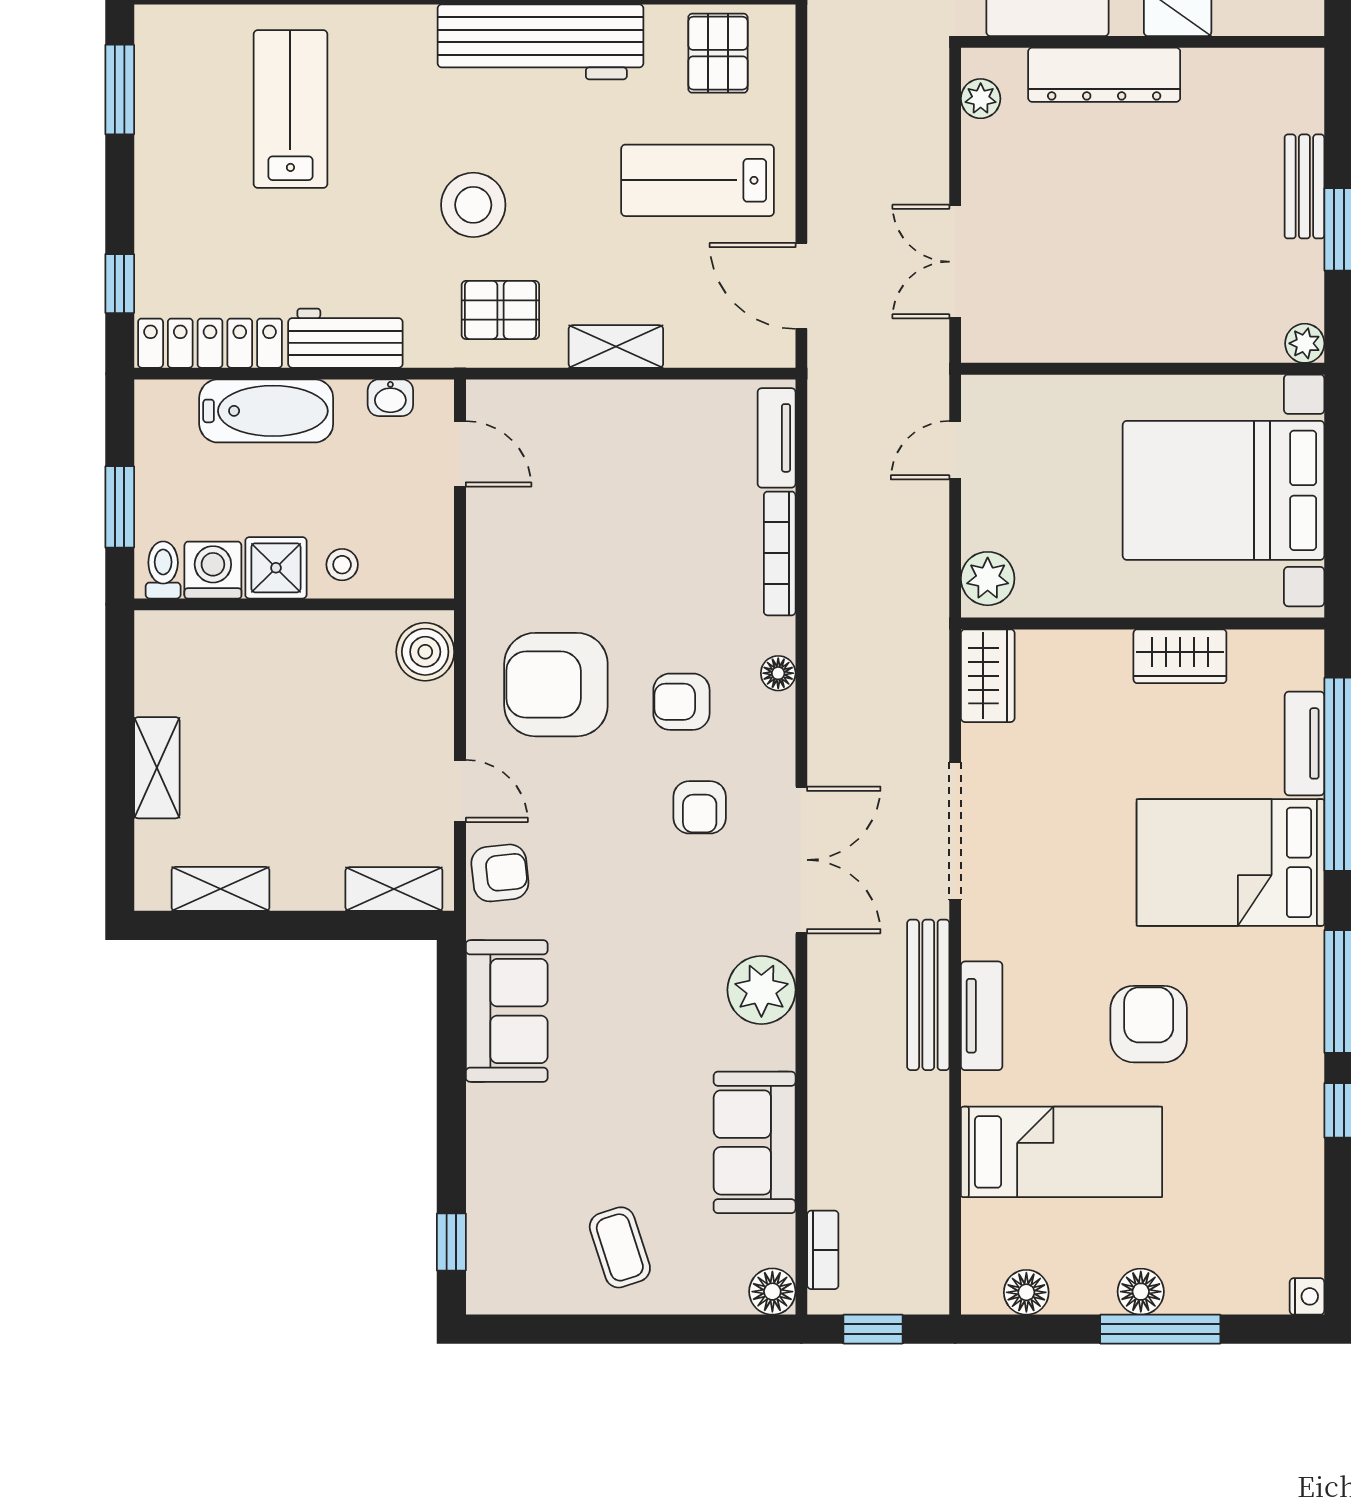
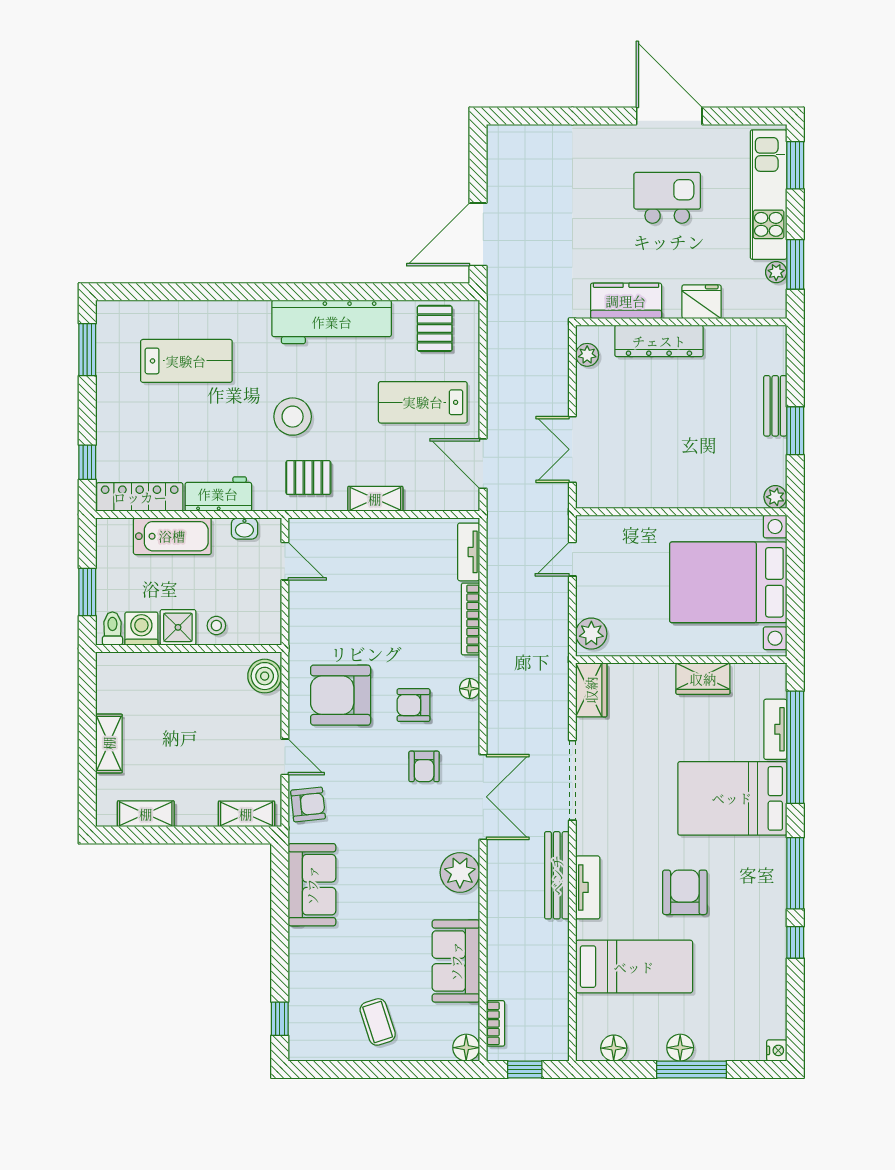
lab bench: (290, 109) -> (186, 361), turned 90

